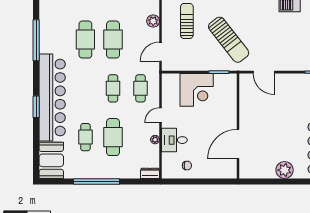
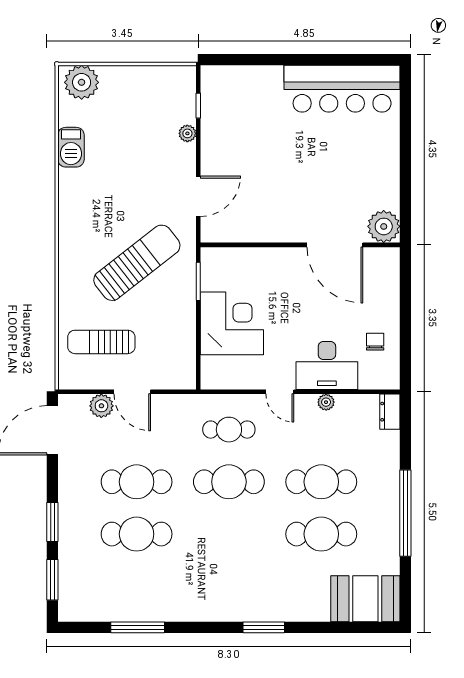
window: (36, 40) -> (138, 627), width x0.68
door: (161, 52) -> (132, 392), moved
plant: (297, 66) -> (187, 133), added
cafe table: (113, 88) -> (229, 482), width x1.37, depth x1.35
bar counter: (52, 98) -> (246, 597), removed
cafe table: (85, 137) -> (321, 534), width x1.37, depth x1.35
desk: (174, 140) -> (327, 365), width x1.37
plant: (285, 170) -> (384, 226), moved

